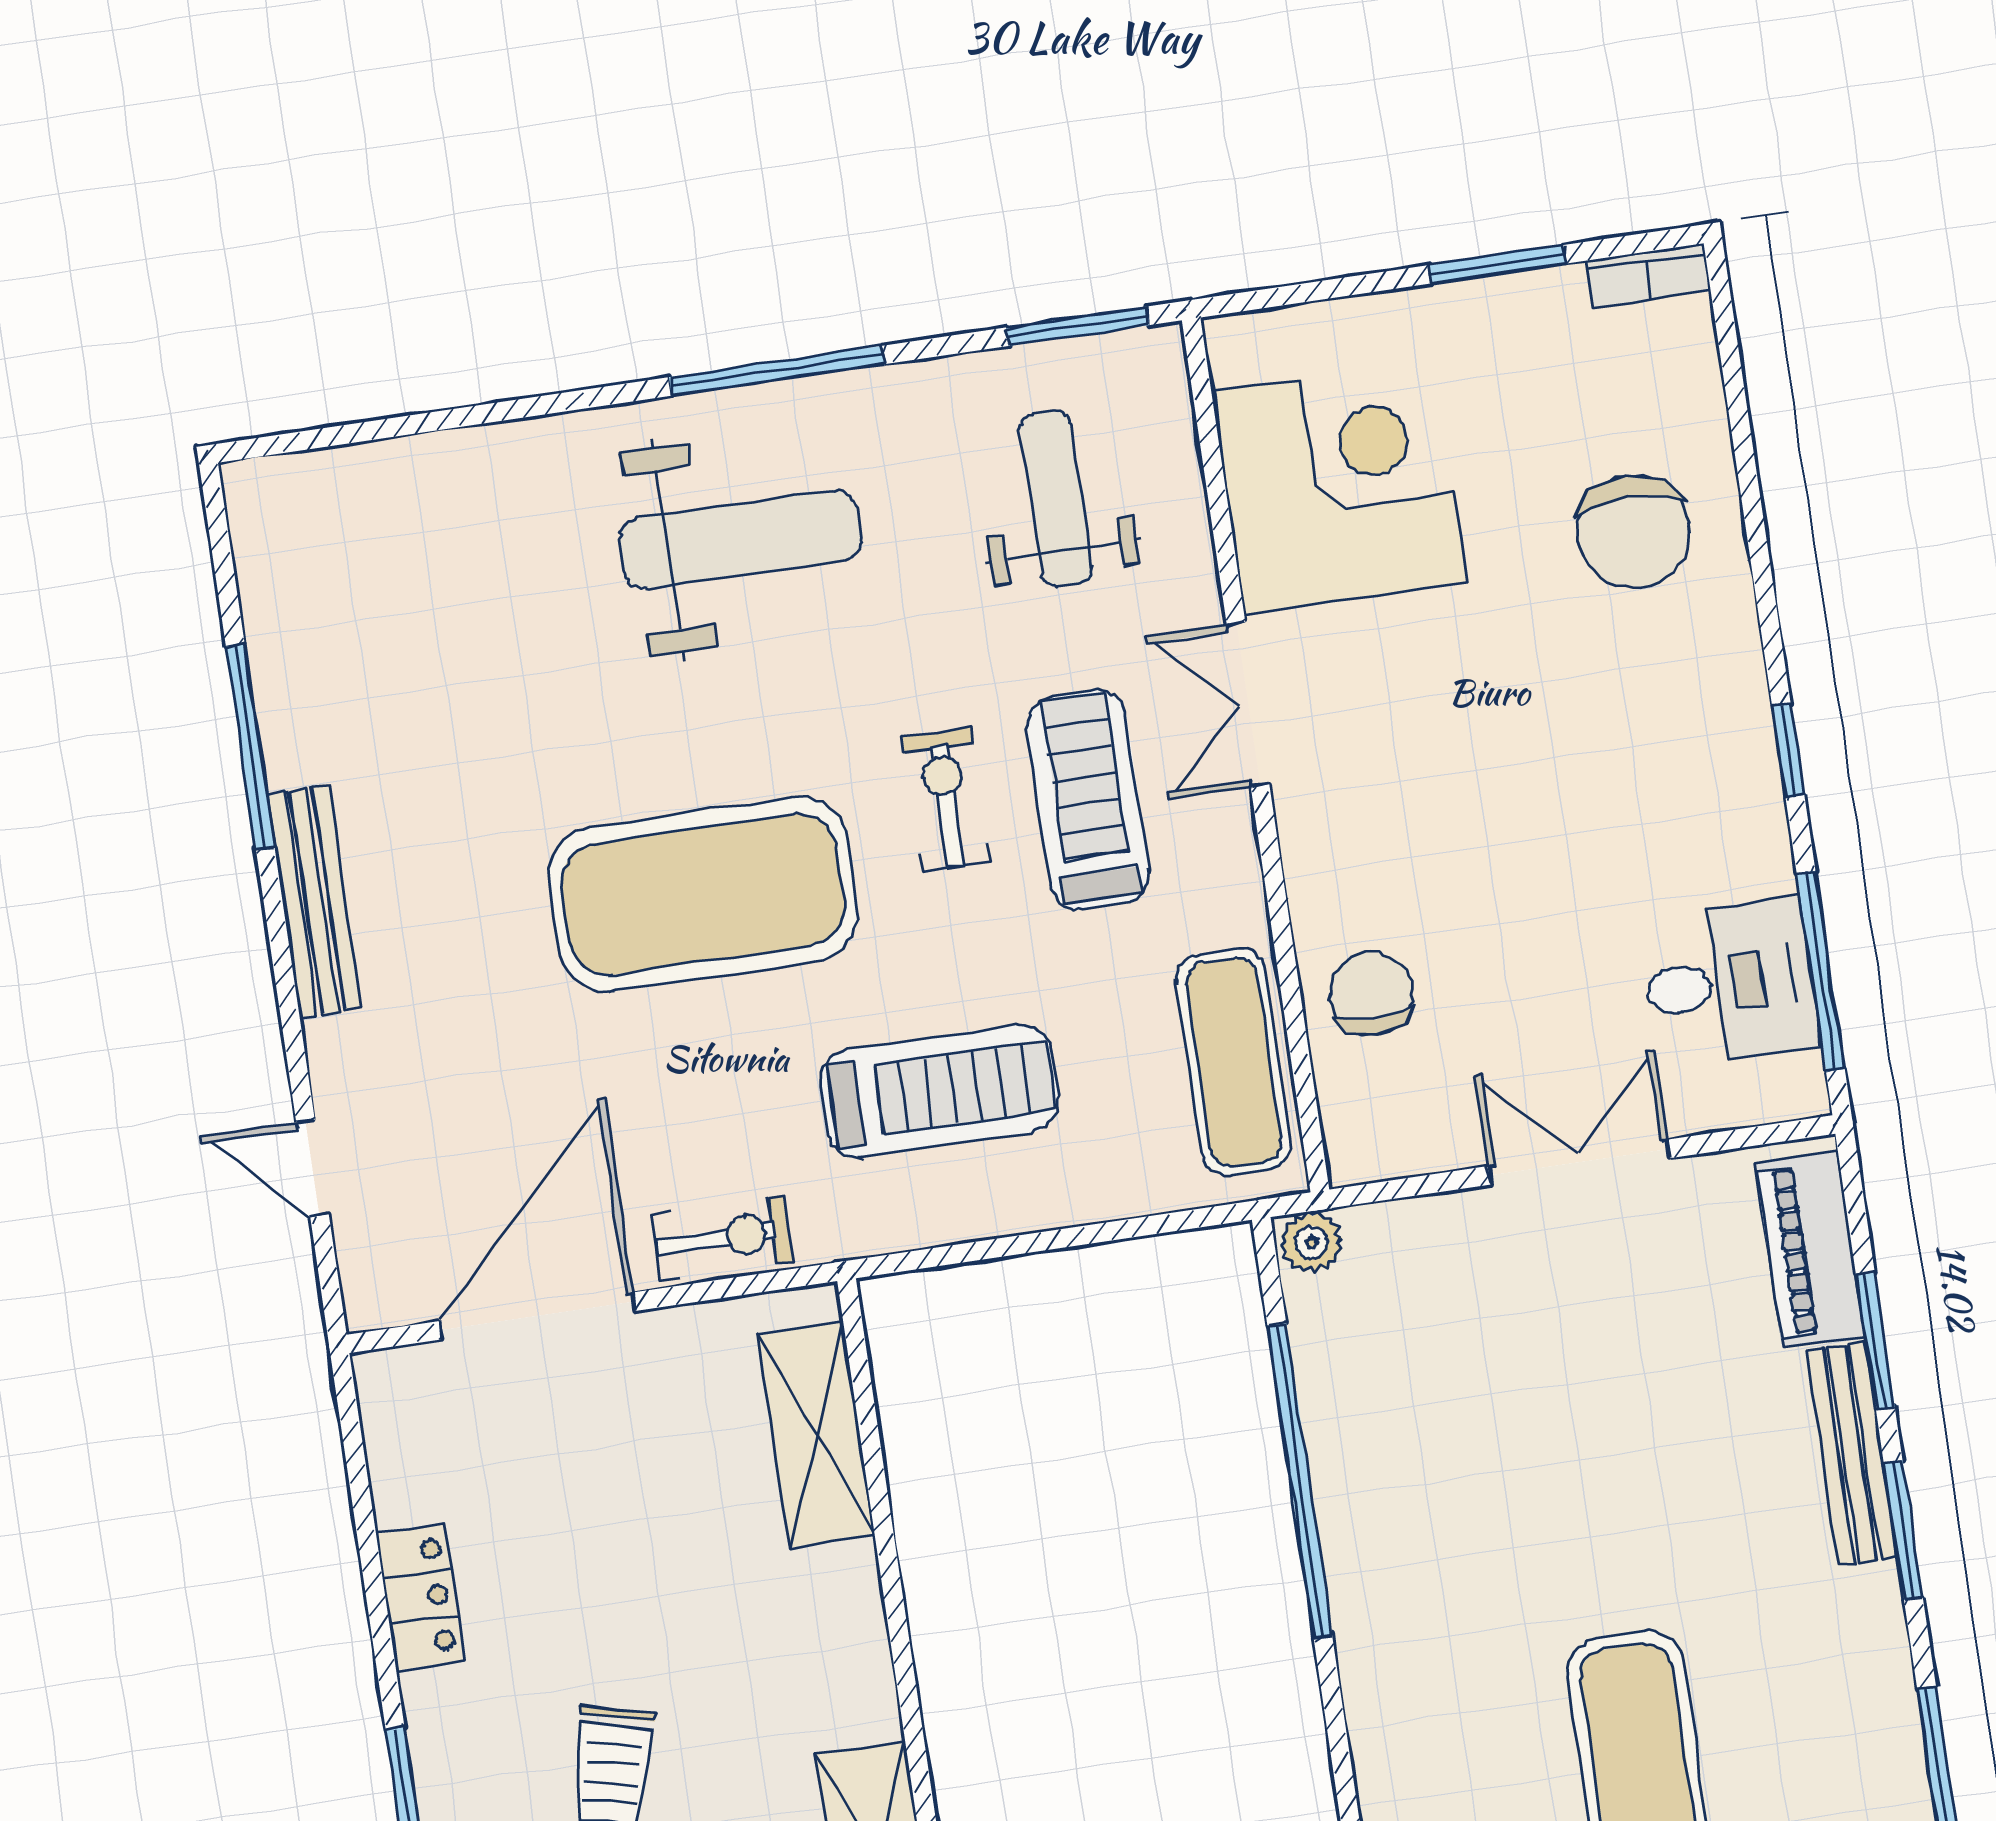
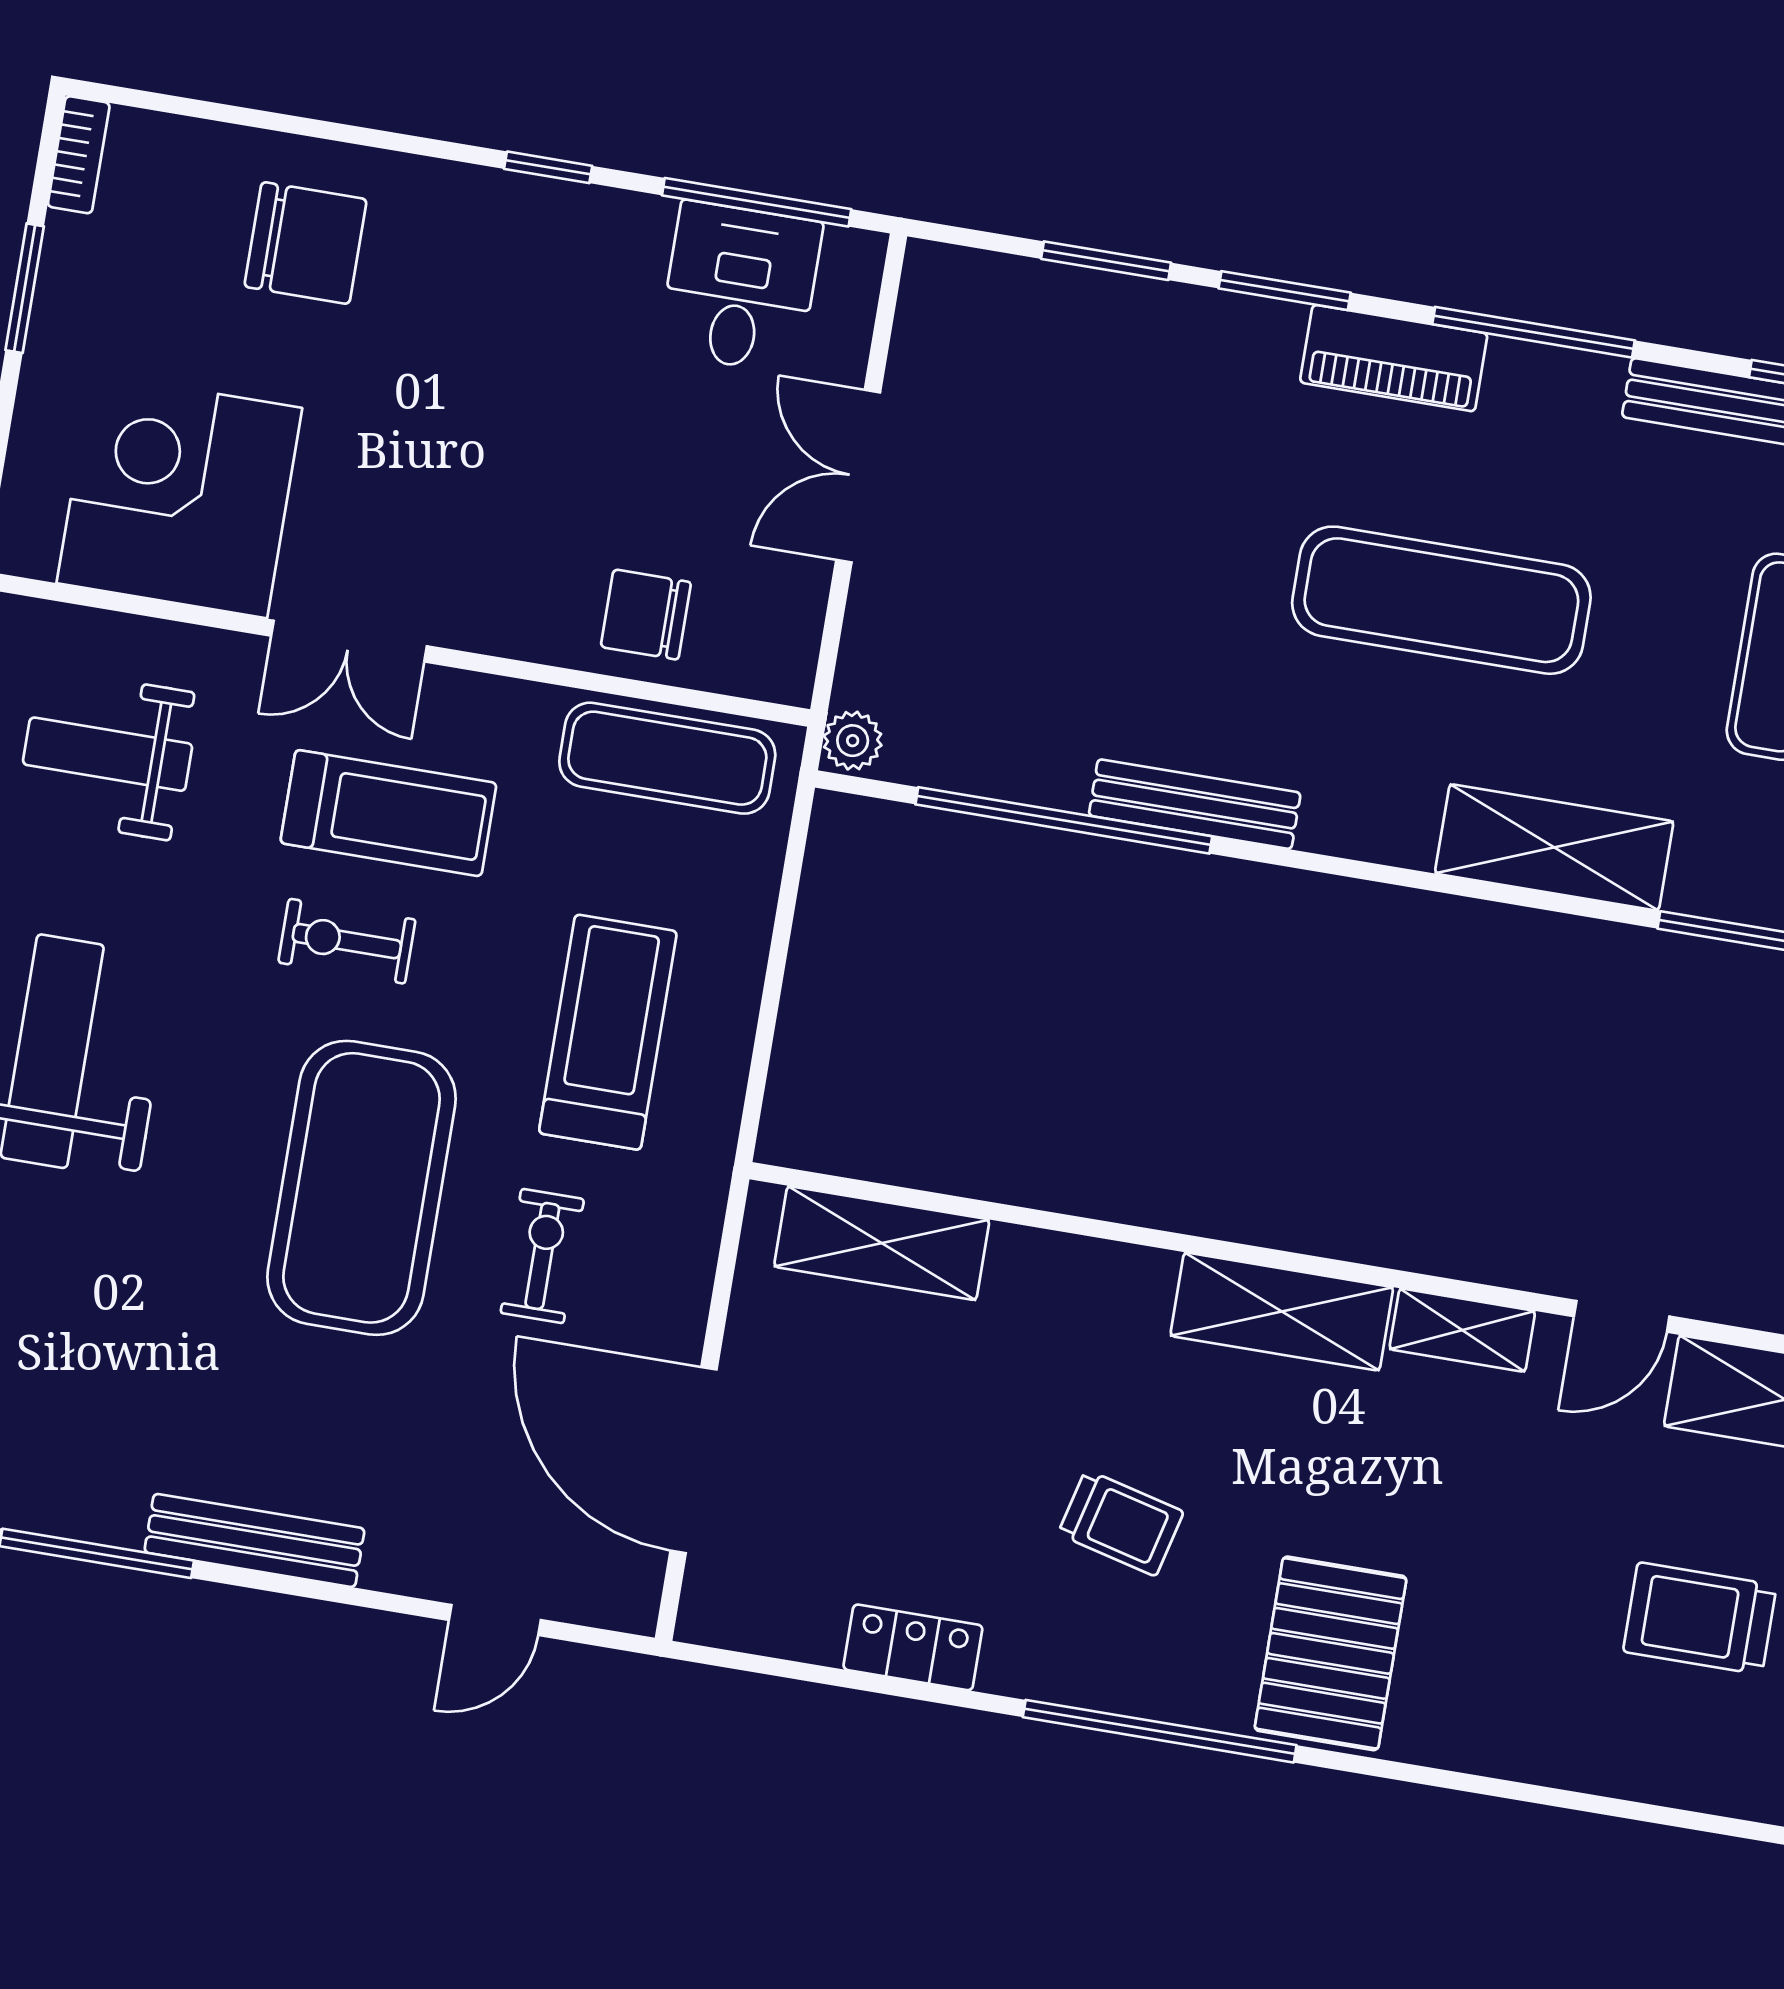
treadmill: (1088, 800) -> (388, 813), turned 180
exercise bike: (722, 1238) -> (542, 1256), moved
piano: (1810, 1249) -> (1394, 358), moved
bench: (1852, 1454) -> (1195, 804), moved

